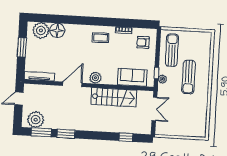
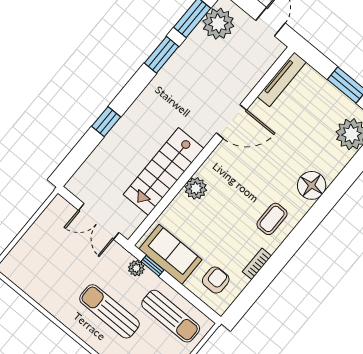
floor lamp: (57, 30) -> (312, 185), moved
sofa: (132, 77) -> (170, 254), moved, turned -90
plant: (96, 78) -> (196, 188), moved
door: (72, 84) -> (232, 121), hinge flipped
window: (126, 137) -> (106, 122), moved

